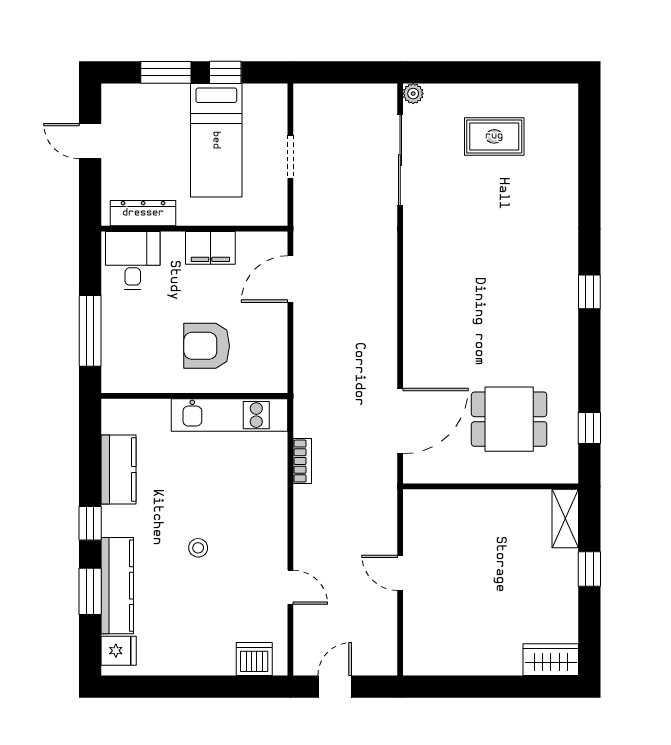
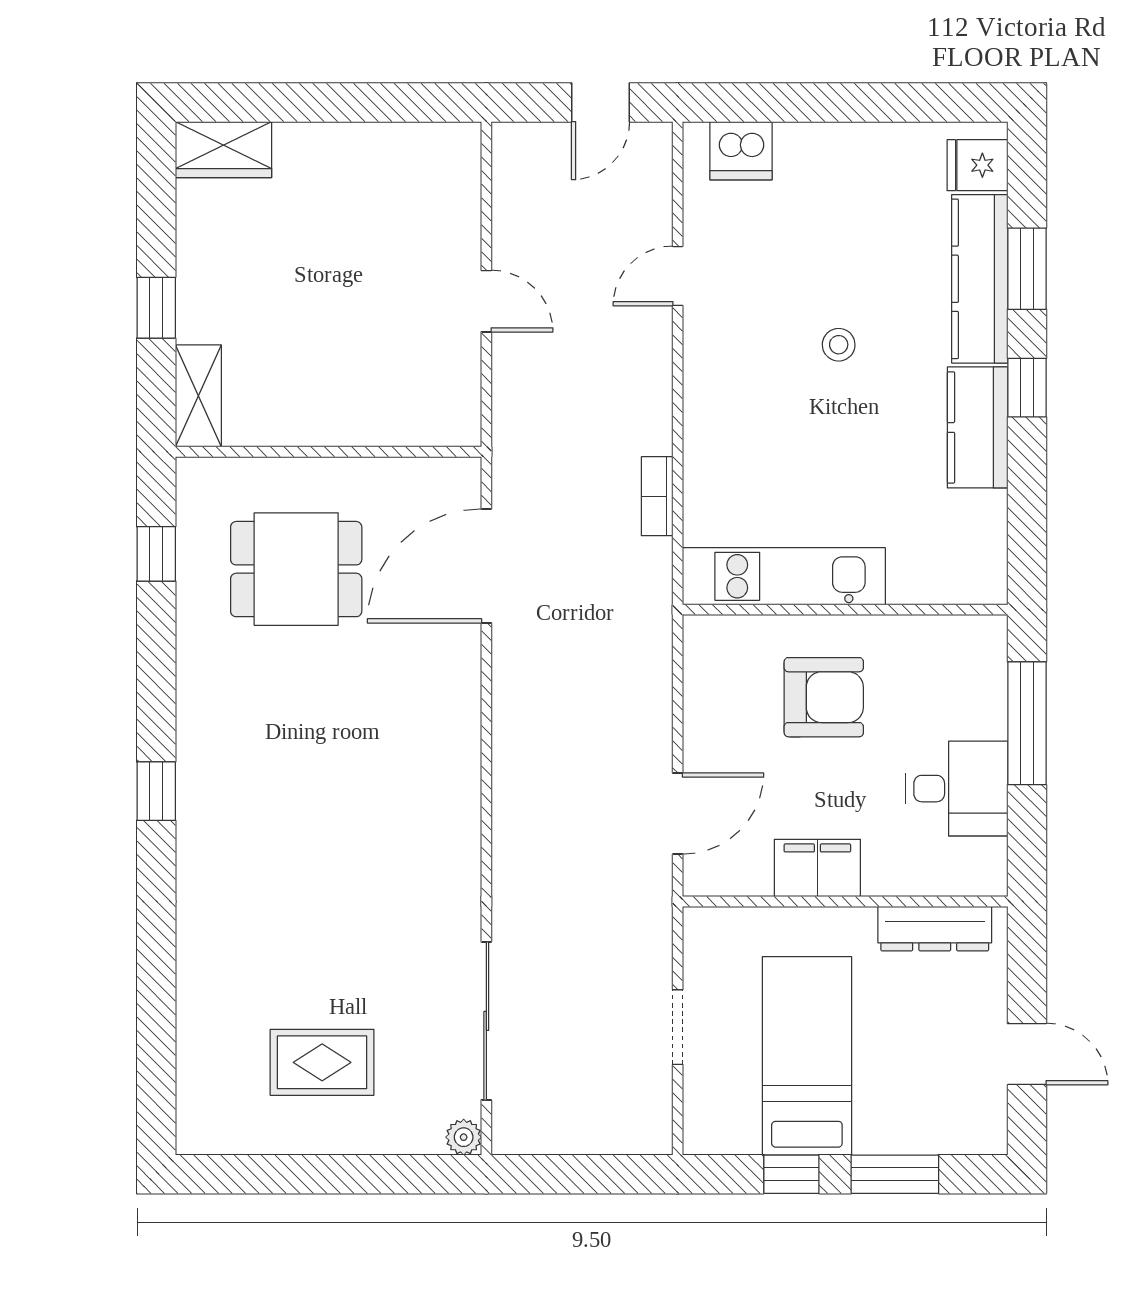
desk: (133, 261) -> (957, 789), moved, turned -90
kitchen counter: (119, 470) -> (978, 427), moved
door: (290, 587) -> (678, 276), hinge flipped

